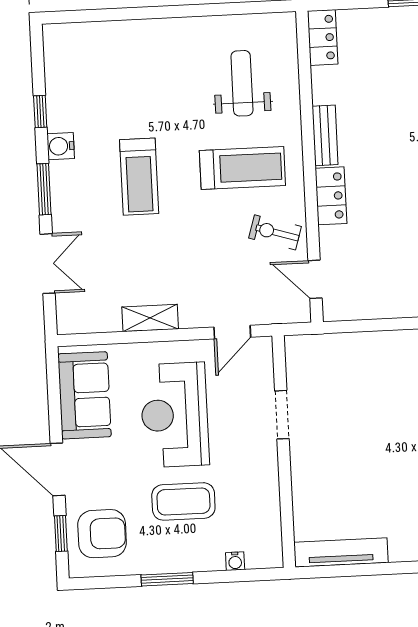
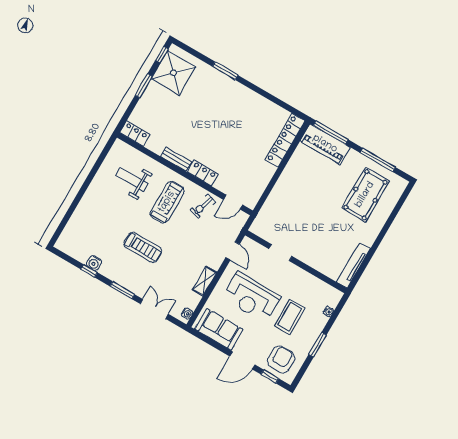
water cooler: (61, 146) -> (94, 263), moved
water cooler: (76, 324) -> (187, 314), added

